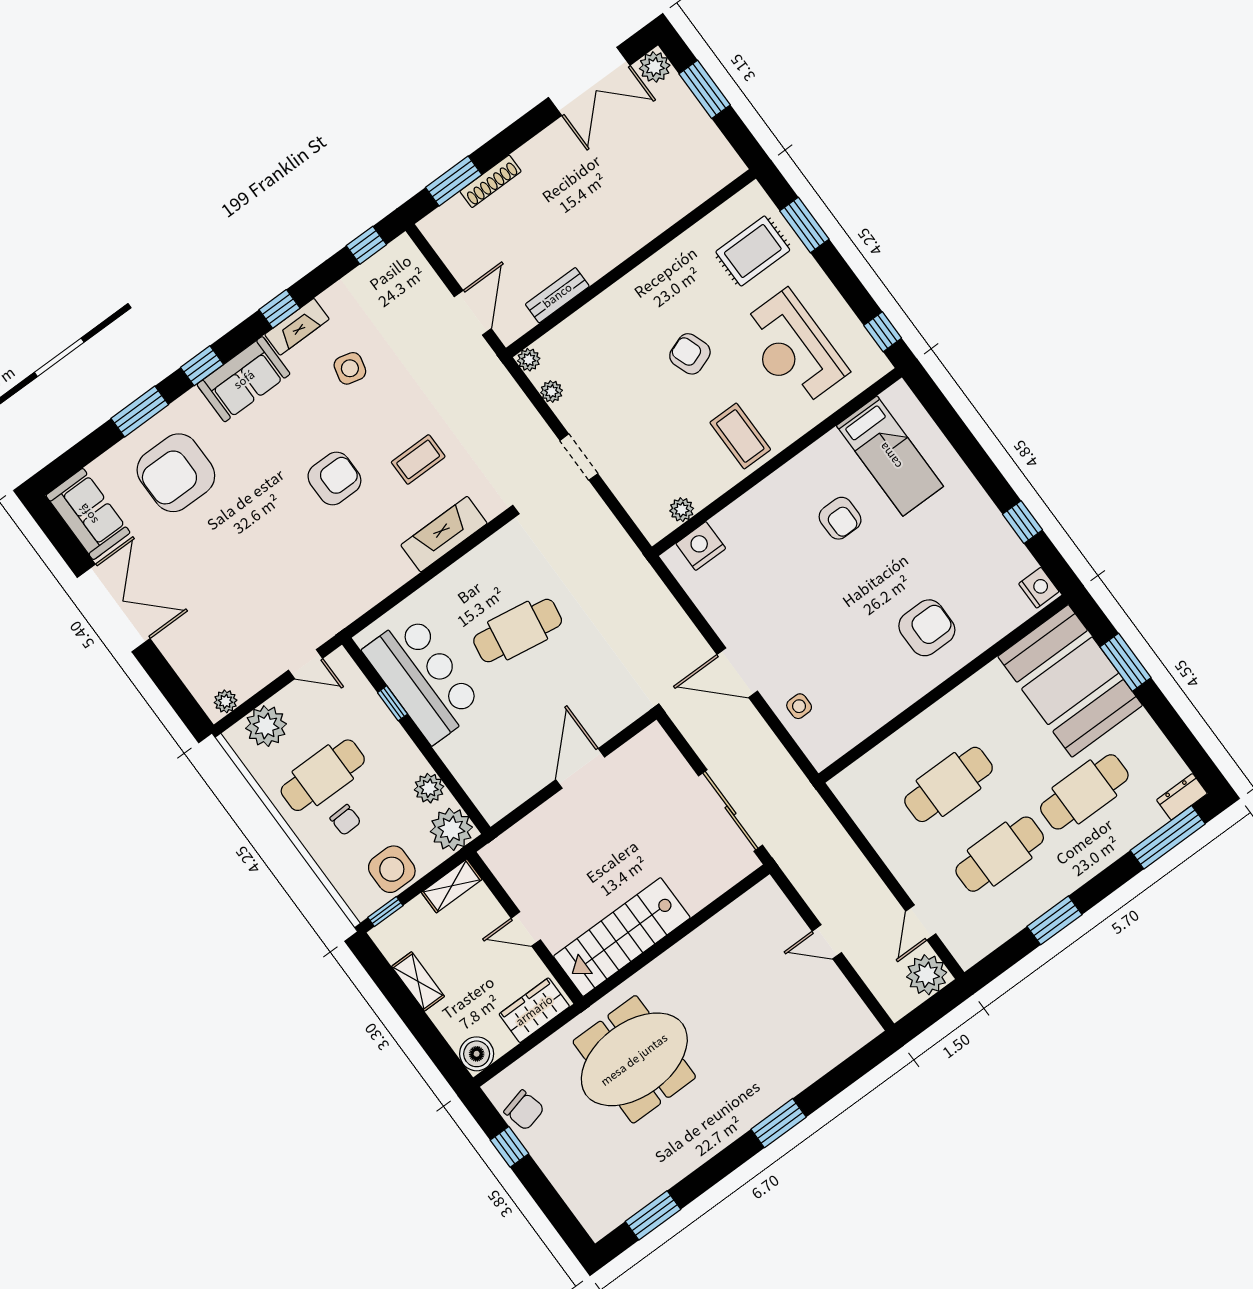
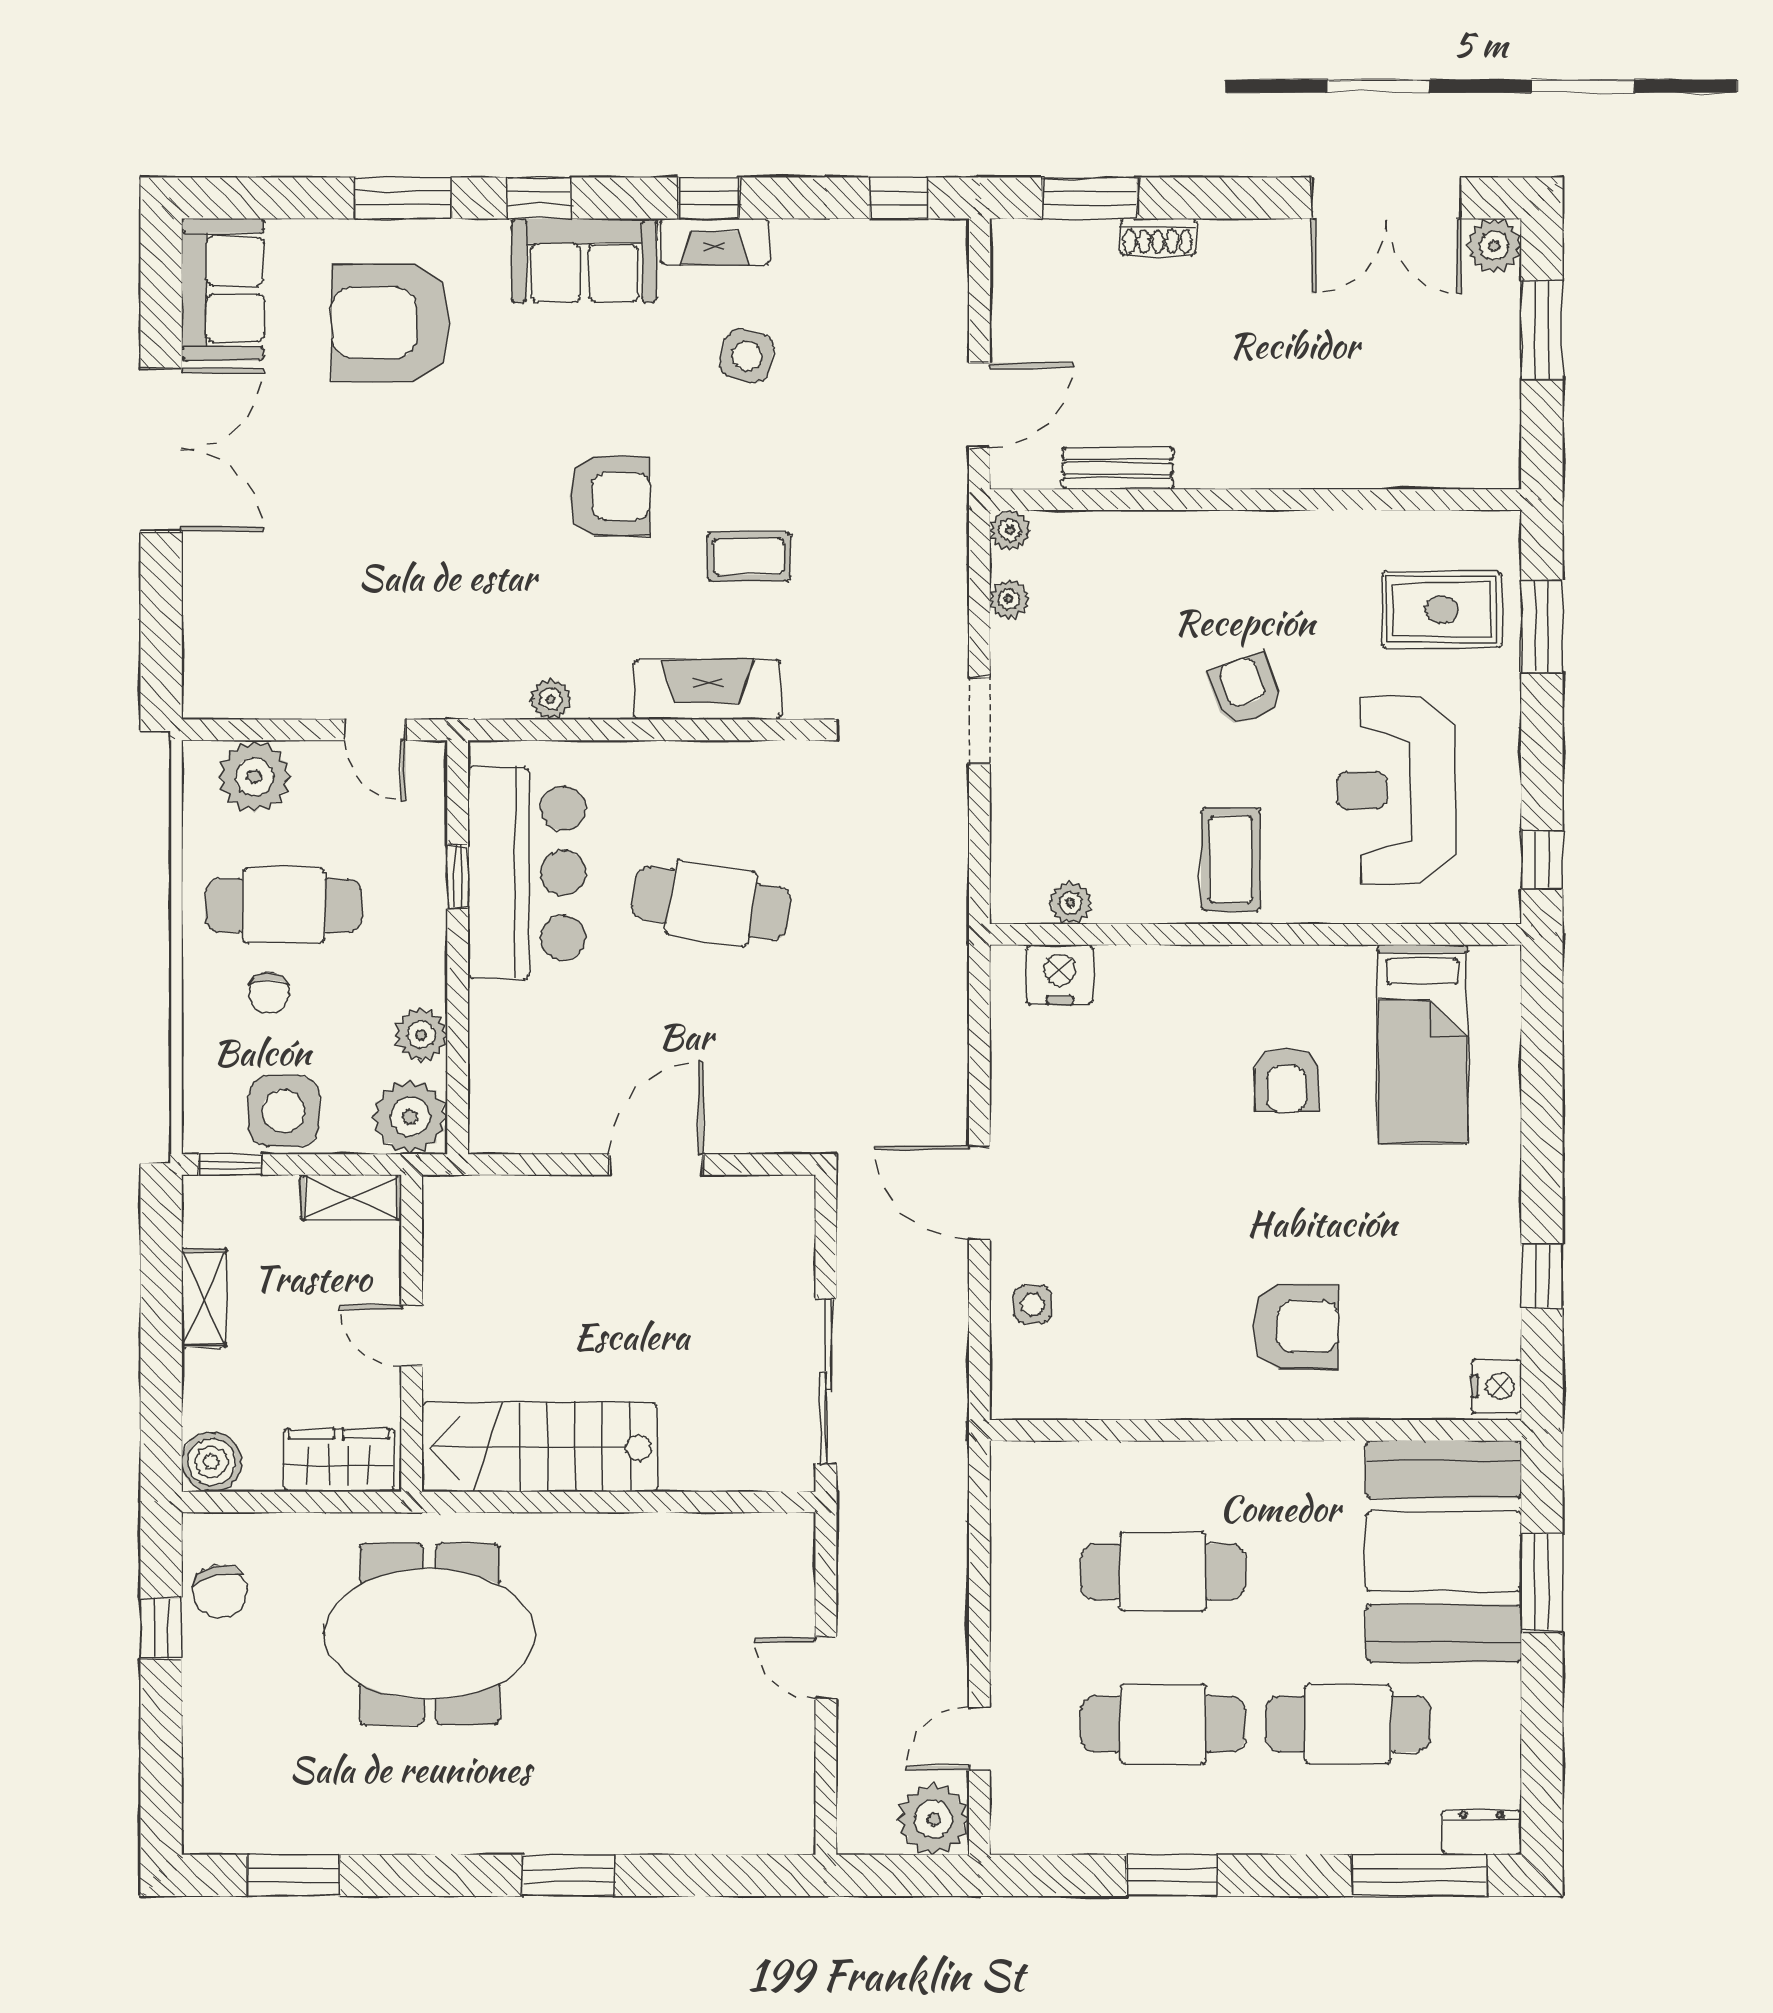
shoe rack: (491, 181) -> (1158, 237), width x0.70
plant: (226, 701) -> (551, 699), moved

